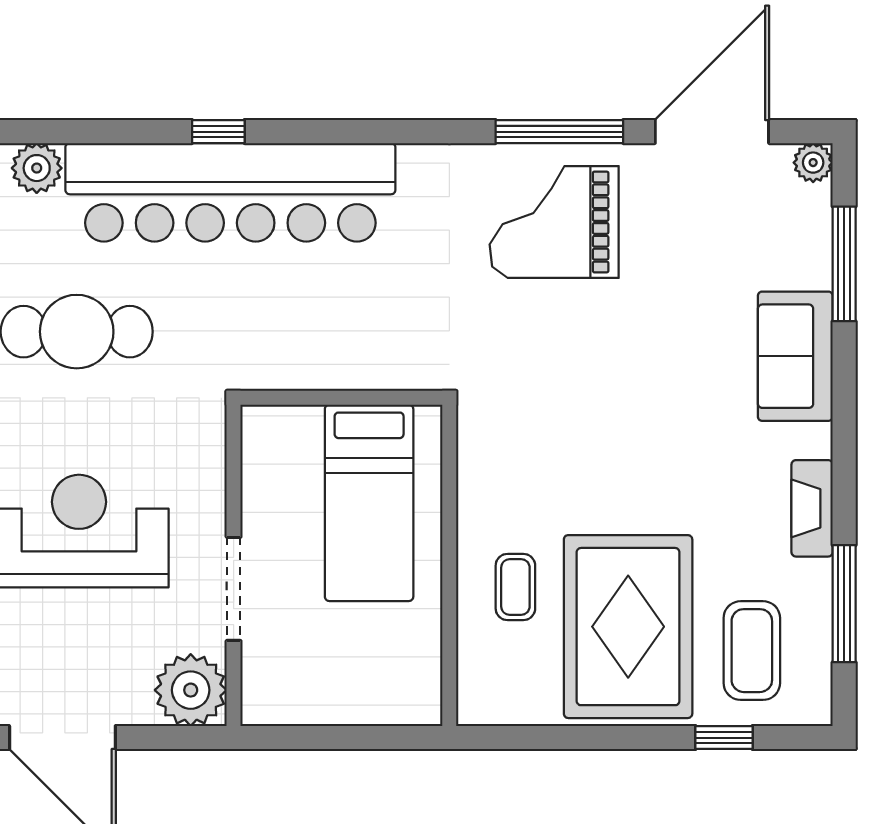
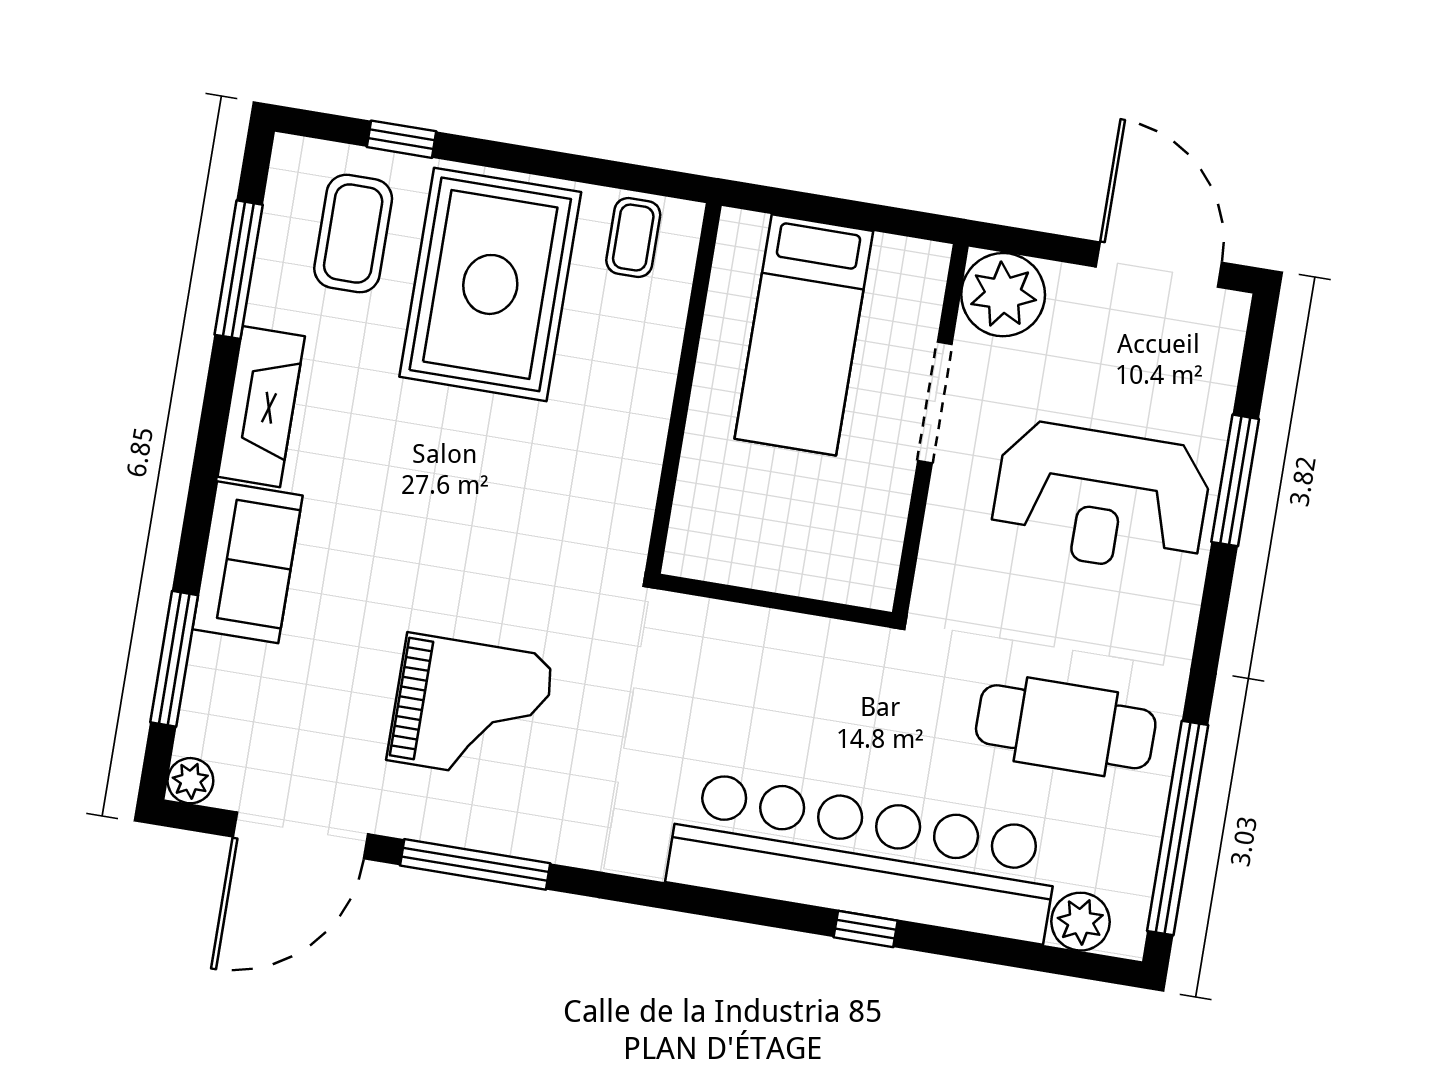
grand piano: (554, 222) -> (471, 708), moved
bed: (369, 503) -> (804, 335), moved, turned 180
fireplace: (812, 508) -> (261, 407), width x1.37, depth x1.32
coffee table: (515, 587) -> (633, 237), moved

